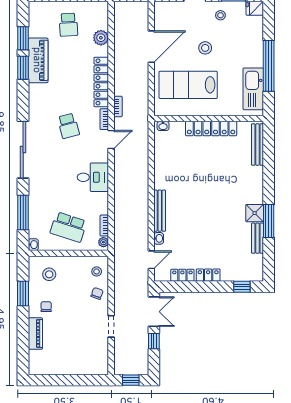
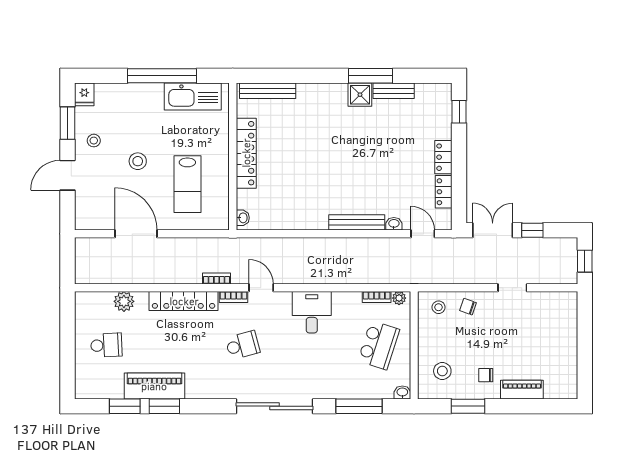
lab bench: (188, 85) -> (187, 184), width x0.73, depth x0.72

